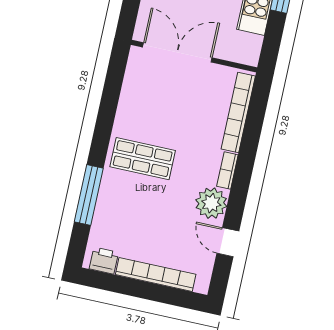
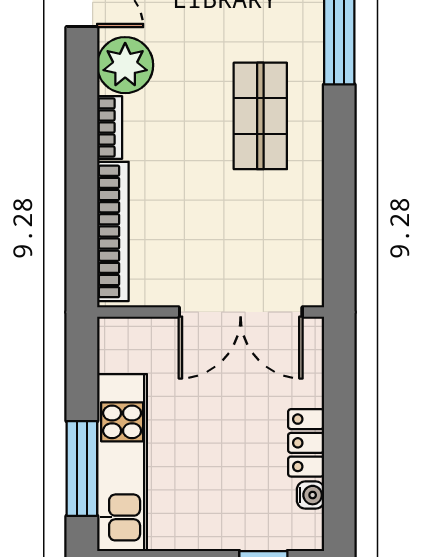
shop shelf: (143, 159) -> (260, 116), turned 90

